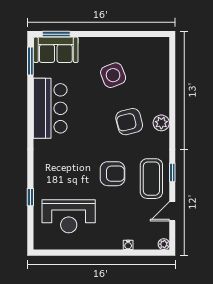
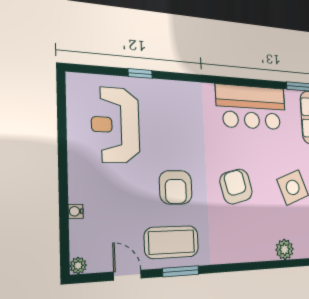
armchair: (129, 122) -> (236, 186), moved
plant: (161, 123) -> (285, 249), moved
window: (172, 173) -> (181, 271), width x1.50

